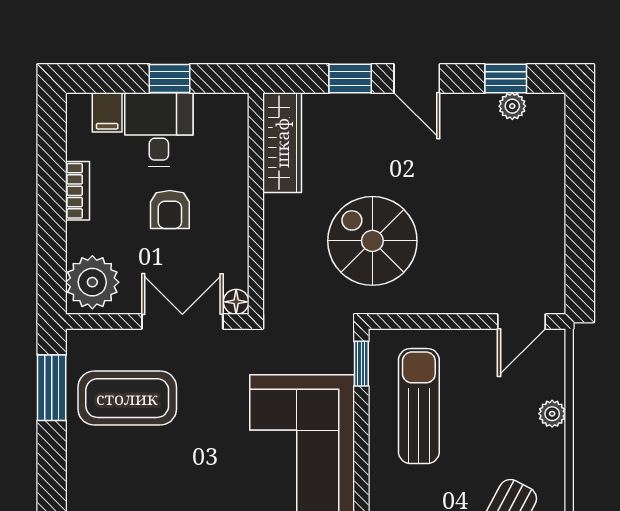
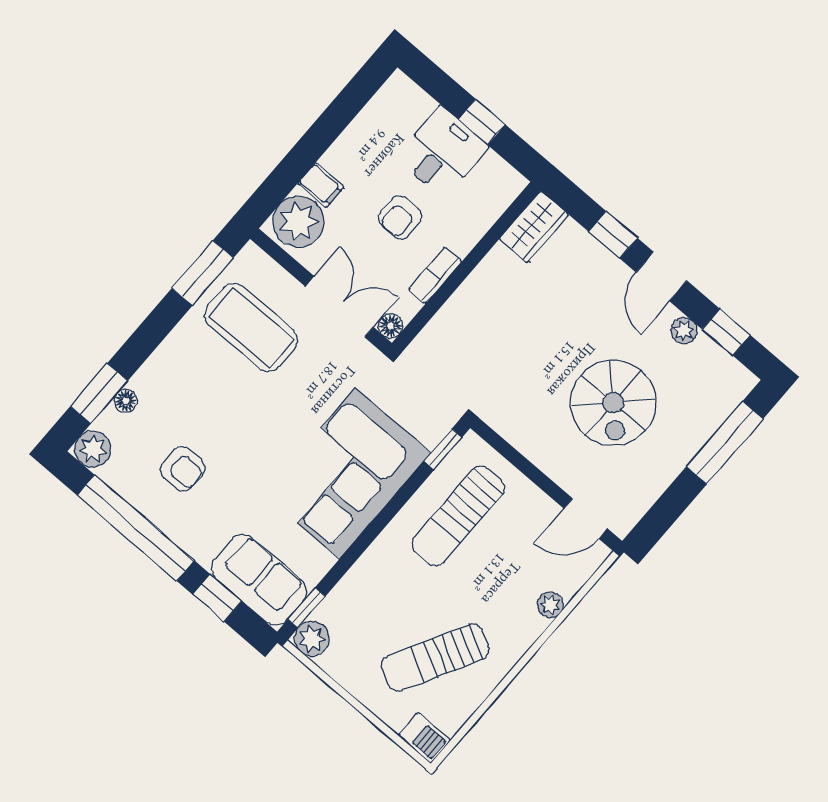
plant: (512, 106) -> (684, 331), moved
filing cabinet: (107, 112) -> (321, 185), moved, turned -90
wardrobe: (282, 143) -> (534, 227), width x0.67
window: (580, 167) -> (725, 443), added
bookcase: (77, 191) -> (435, 275), moved, turned 180
spiral stairs: (372, 241) -> (613, 403), moved, turned 180
sun lounger: (419, 406) -> (458, 516), turned 180

